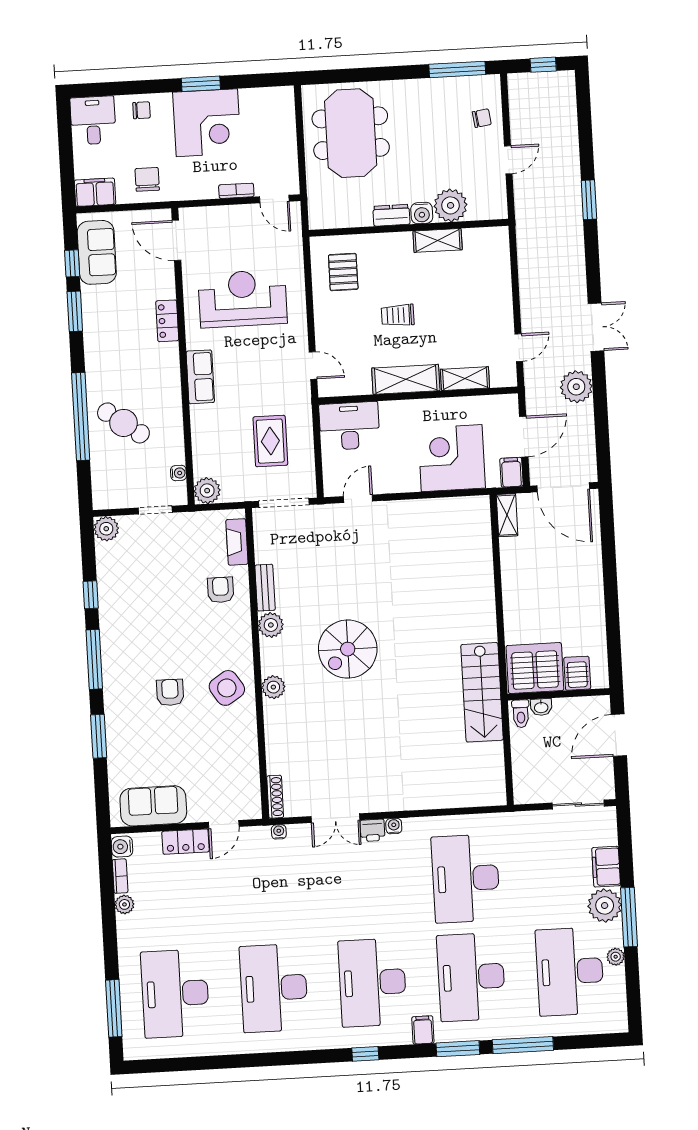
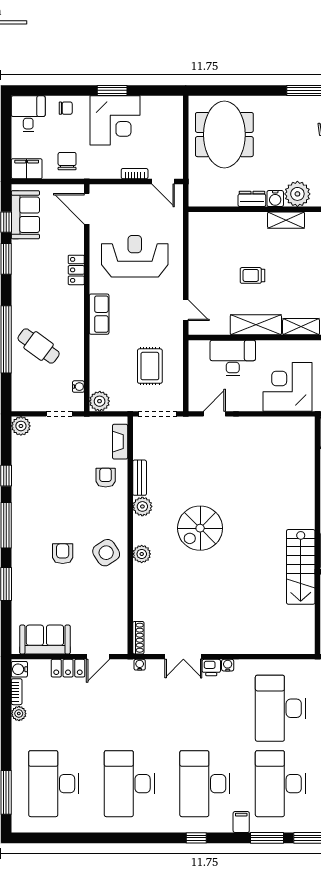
pallet: (343, 272) -> (213, 240), removed
desk: (349, 426) -> (233, 358), moved

